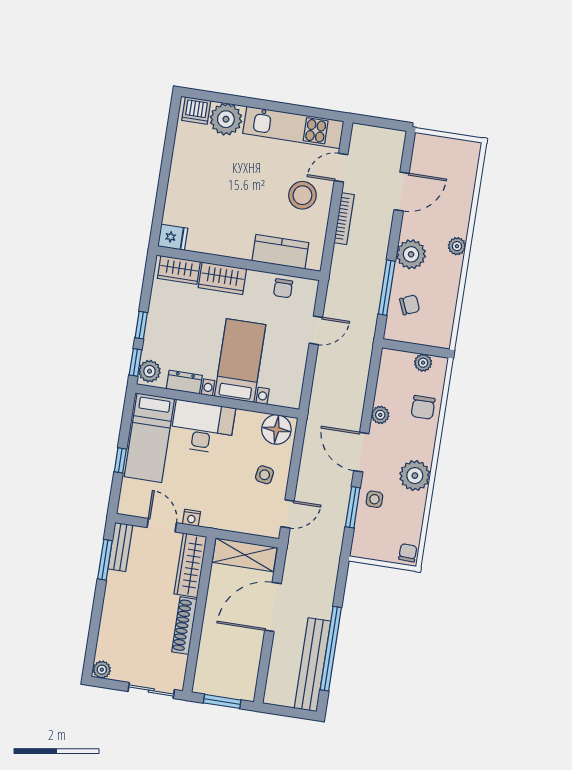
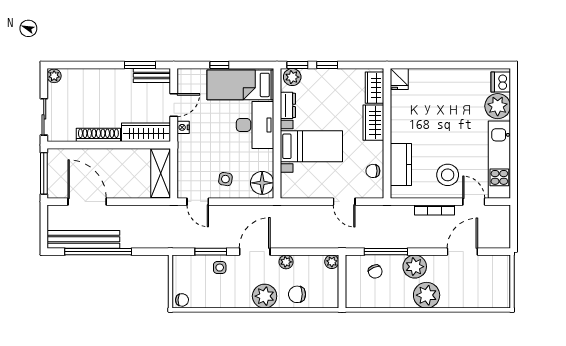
door: (402, 192) -> (462, 252), swing flipped
plant: (457, 246) -> (427, 295), width x1.87, depth x1.87
plant: (423, 363) -> (332, 262), moved
plant: (415, 476) -> (265, 296), moved
door: (273, 607) -> (87, 202), moved
window: (222, 701) -> (44, 173), width x1.44

